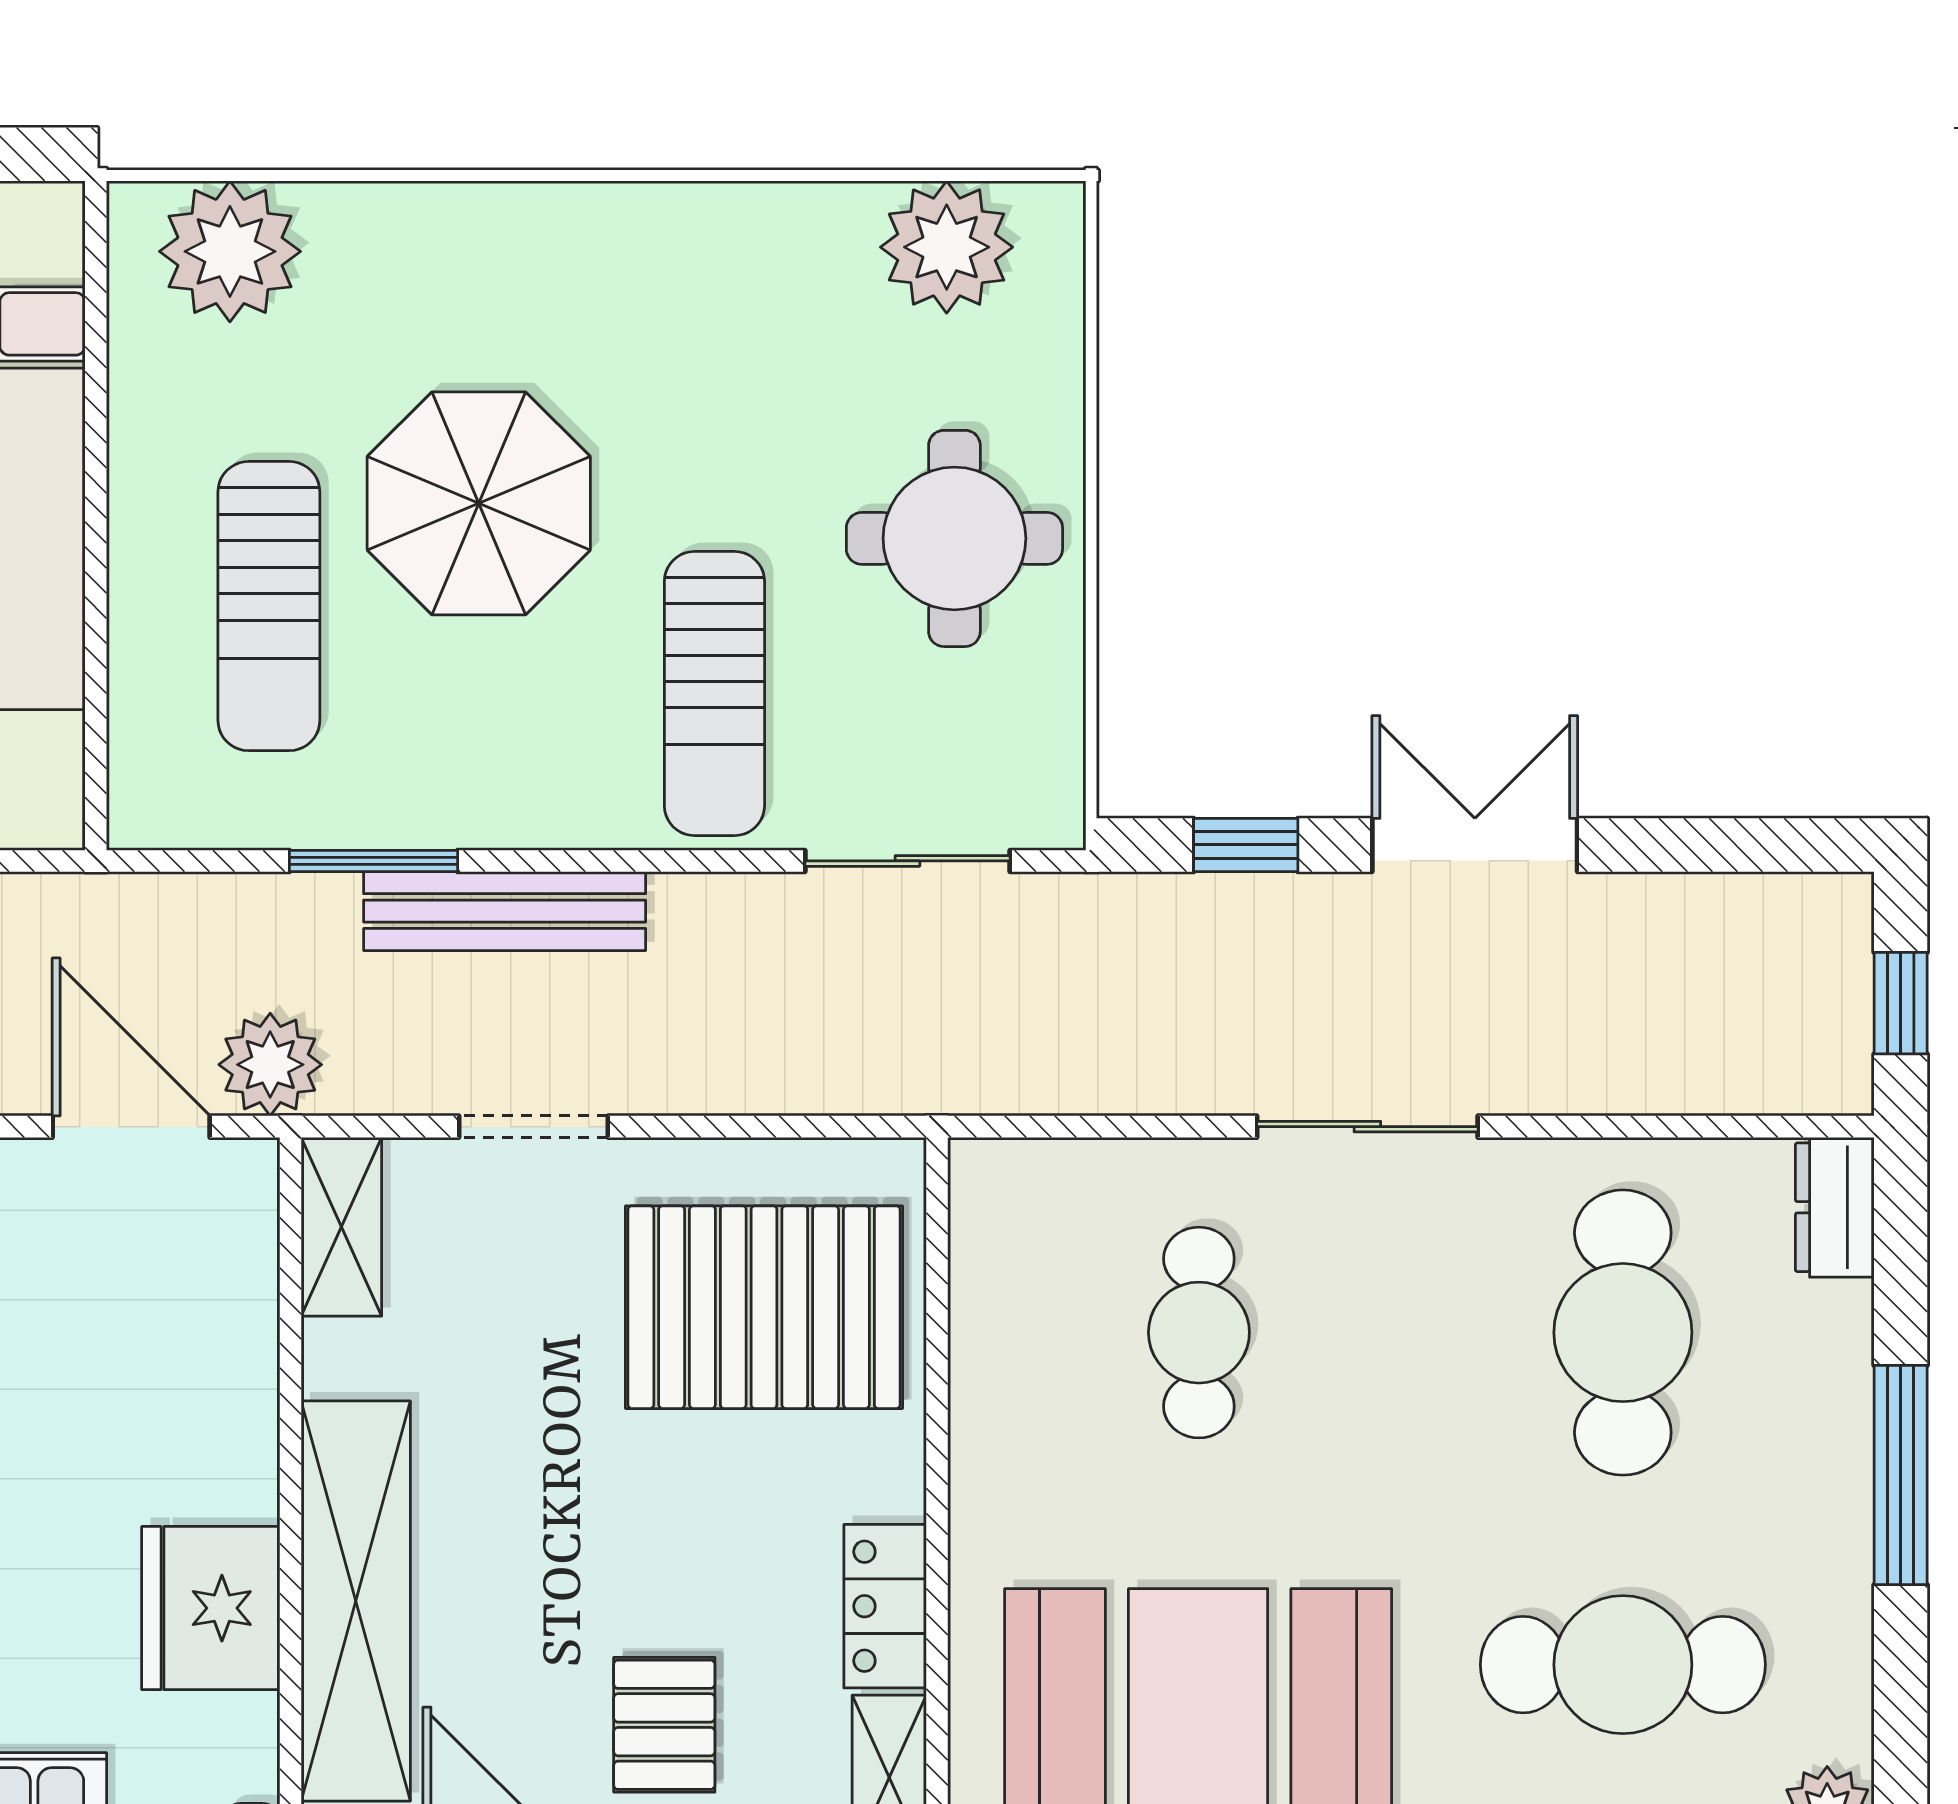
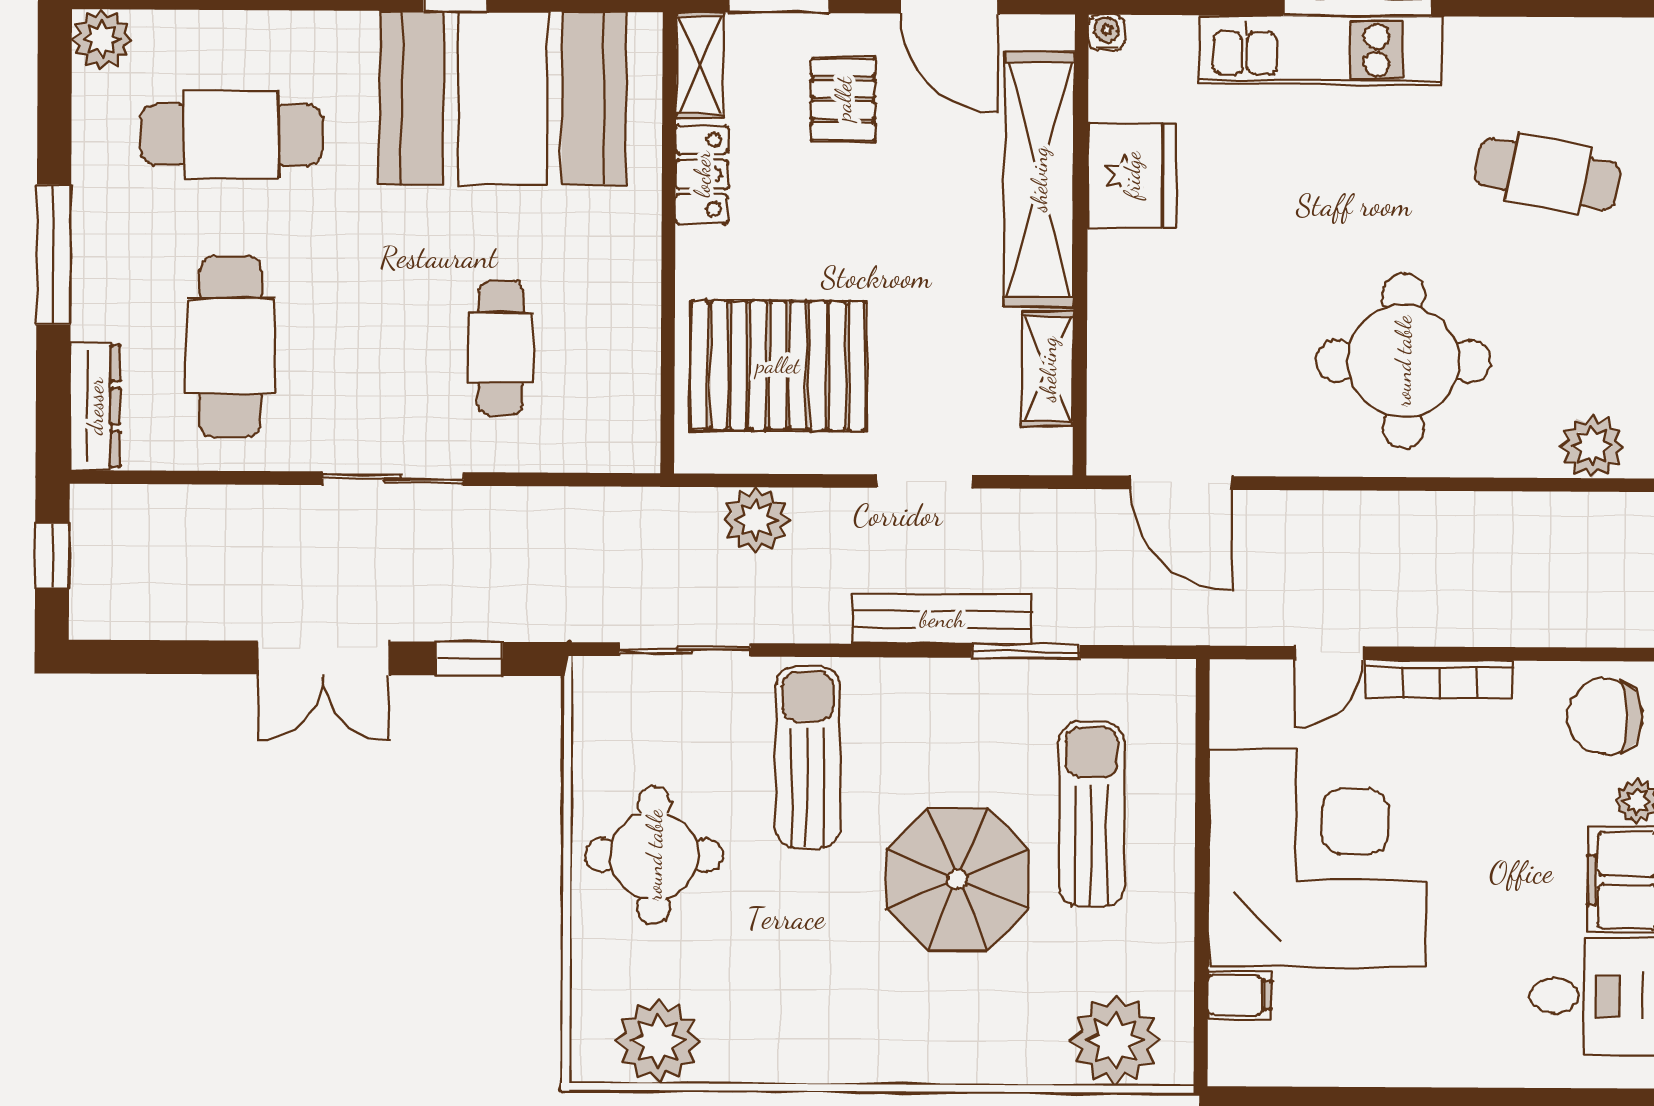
plant: (270, 1065) -> (756, 520), moved
dresser: (1835, 1207) -> (95, 406), width x1.44
shelving: (341, 1227) -> (1048, 369), moved

